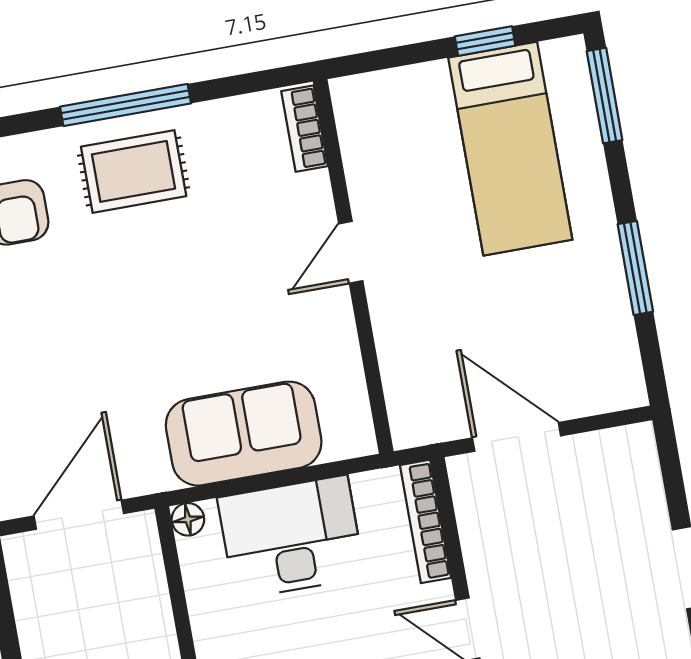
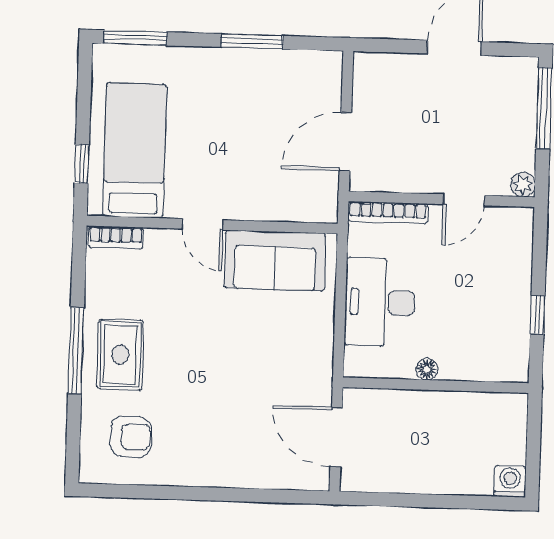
window: (485, 41) -> (82, 164), moved
bed: (510, 149) -> (135, 150), moved, turned -90
sofa: (244, 434) -> (275, 261), moved, turned -90
floor lamp: (188, 519) -> (427, 369), moved

